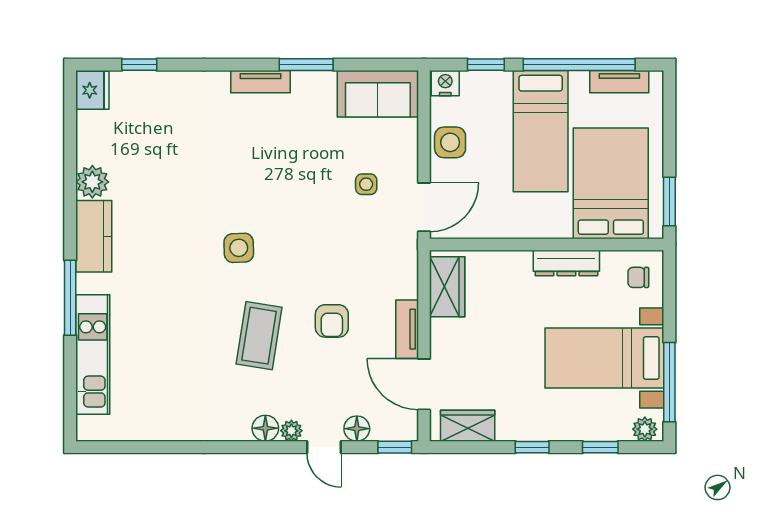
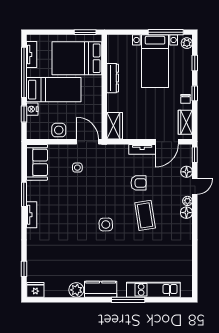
nightstand: (445, 83) -> (32, 109), moved
chair: (638, 277) -> (186, 99), moved
wardrobe: (447, 287) -> (115, 126), moved, turned 90
coffee table: (259, 336) -> (145, 215), turned 72

